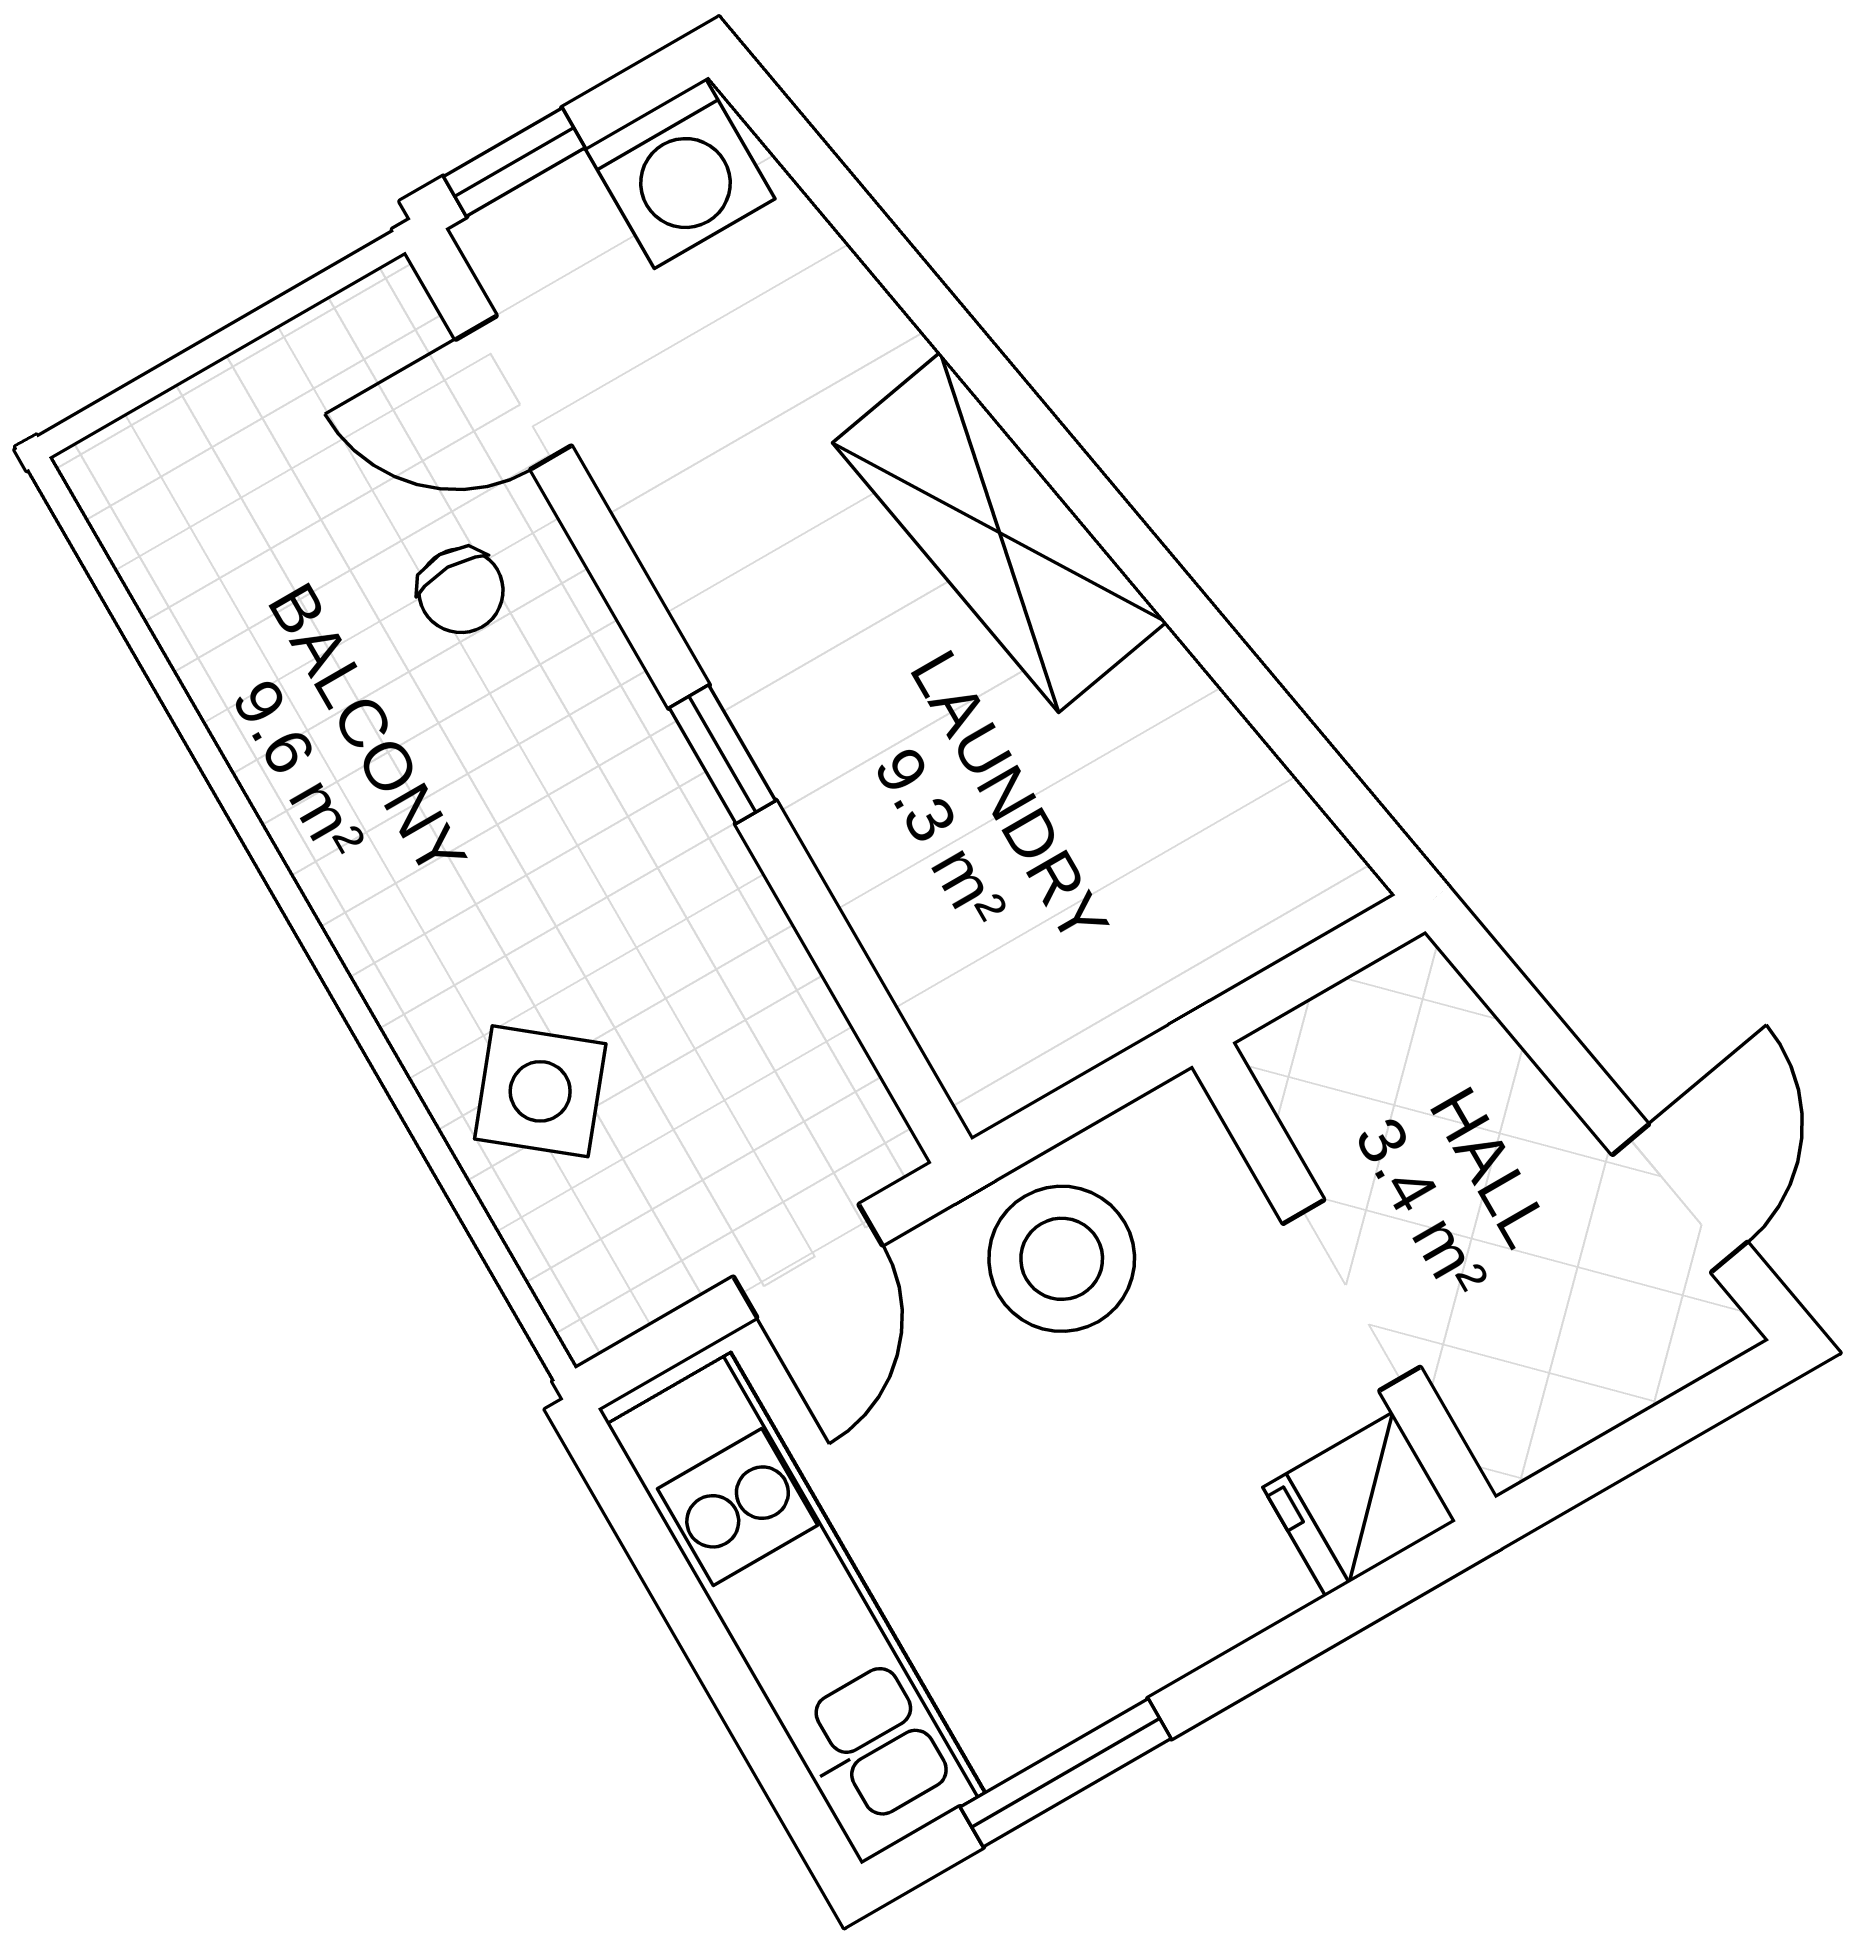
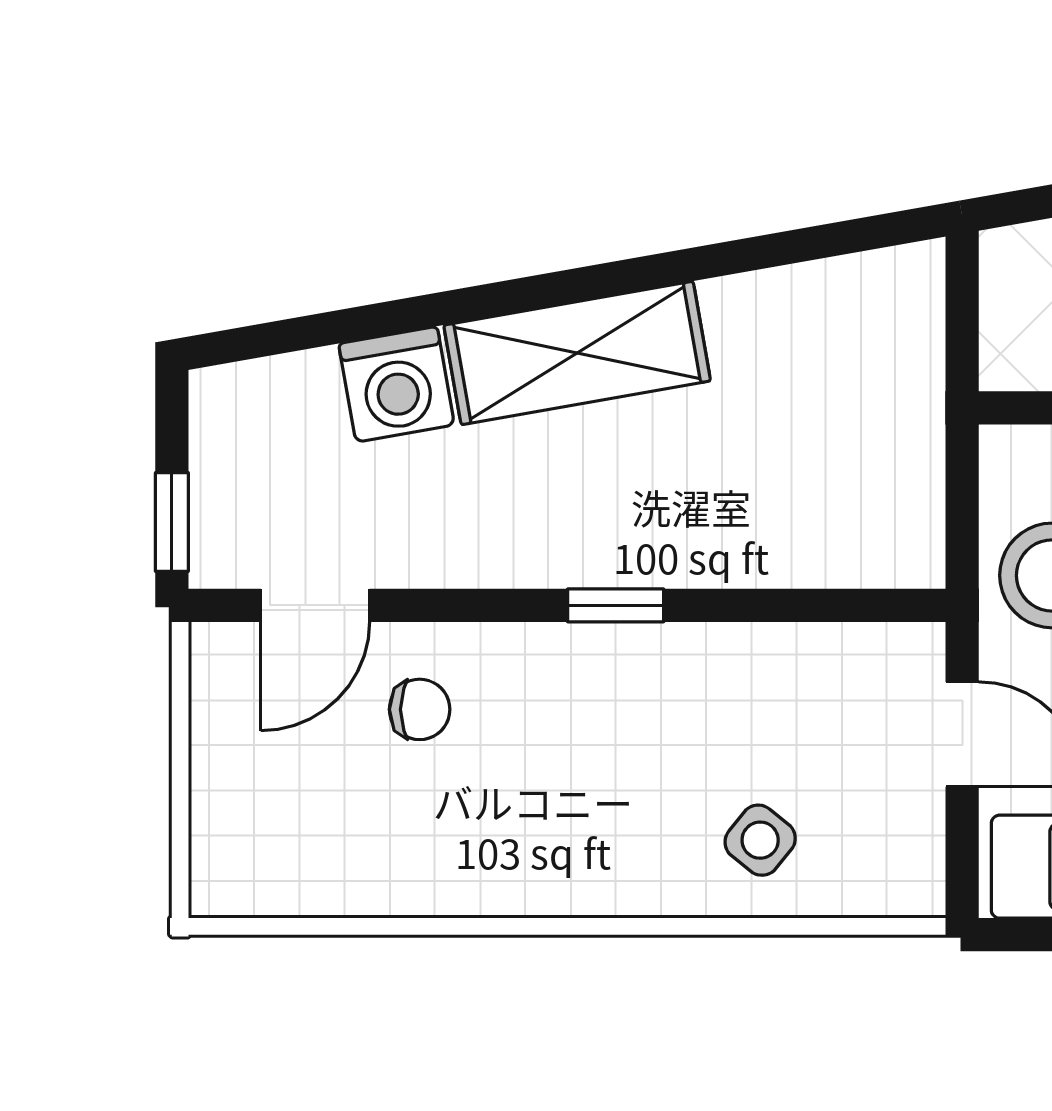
washing machine: (680, 173) -> (396, 384), moved, turned 80
side table: (540, 1091) -> (760, 840), width x0.73, depth x0.73

